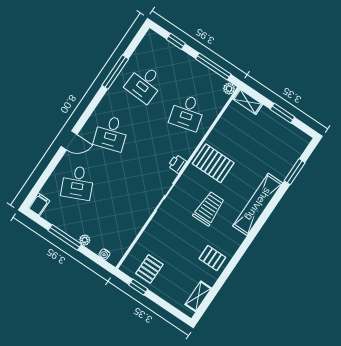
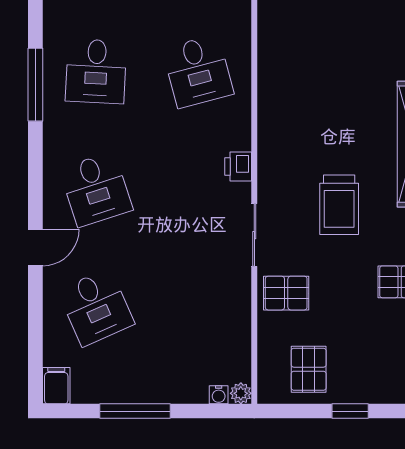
pallet: (213, 163) -> (286, 293), moved, width x0.67, depth x0.71
trolley: (209, 208) -> (339, 205), turned 180
plant: (85, 240) -> (241, 393), moved
window: (138, 287) -> (350, 411), moved

